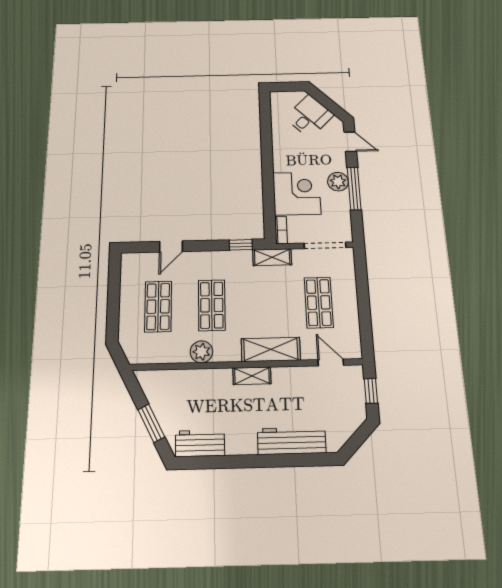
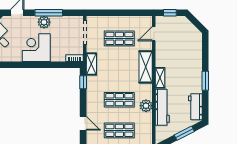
corner desk: (297, 193) -> (36, 48), moved
workbench: (292, 441) -> (162, 107), moved, turned 180
window: (249, 461) -> (205, 81), added

